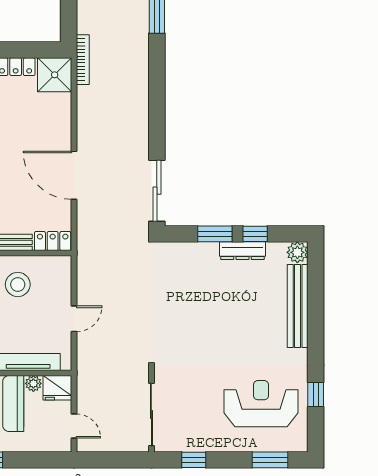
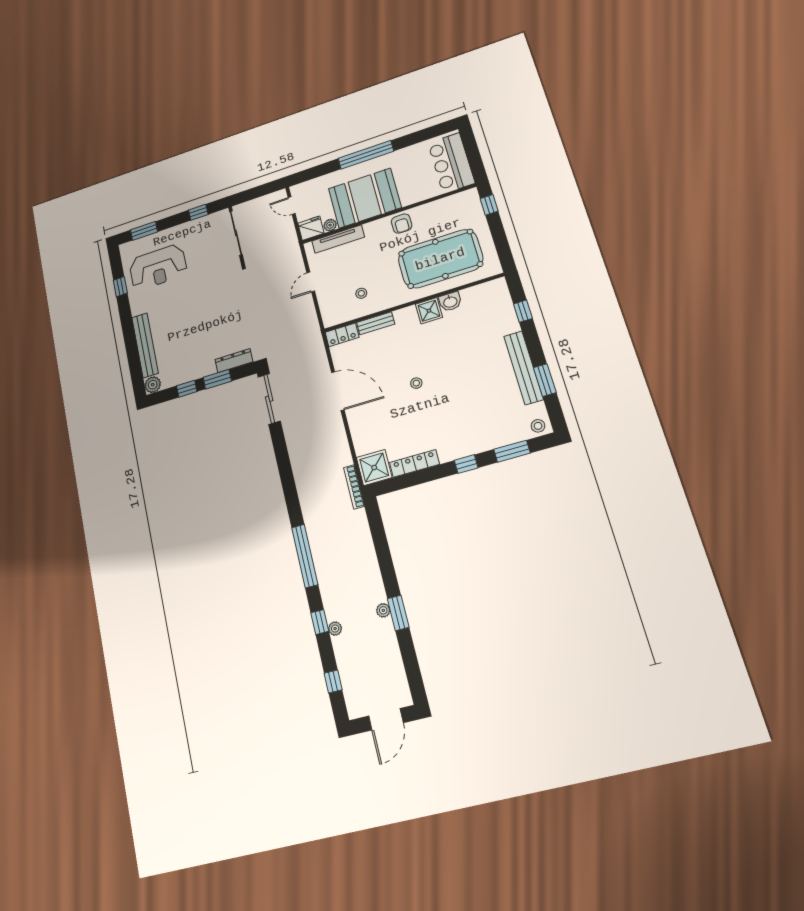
dresser: (242, 251) -> (234, 361), moved
stool: (18, 284) -> (361, 293), width x0.53, depth x0.53

